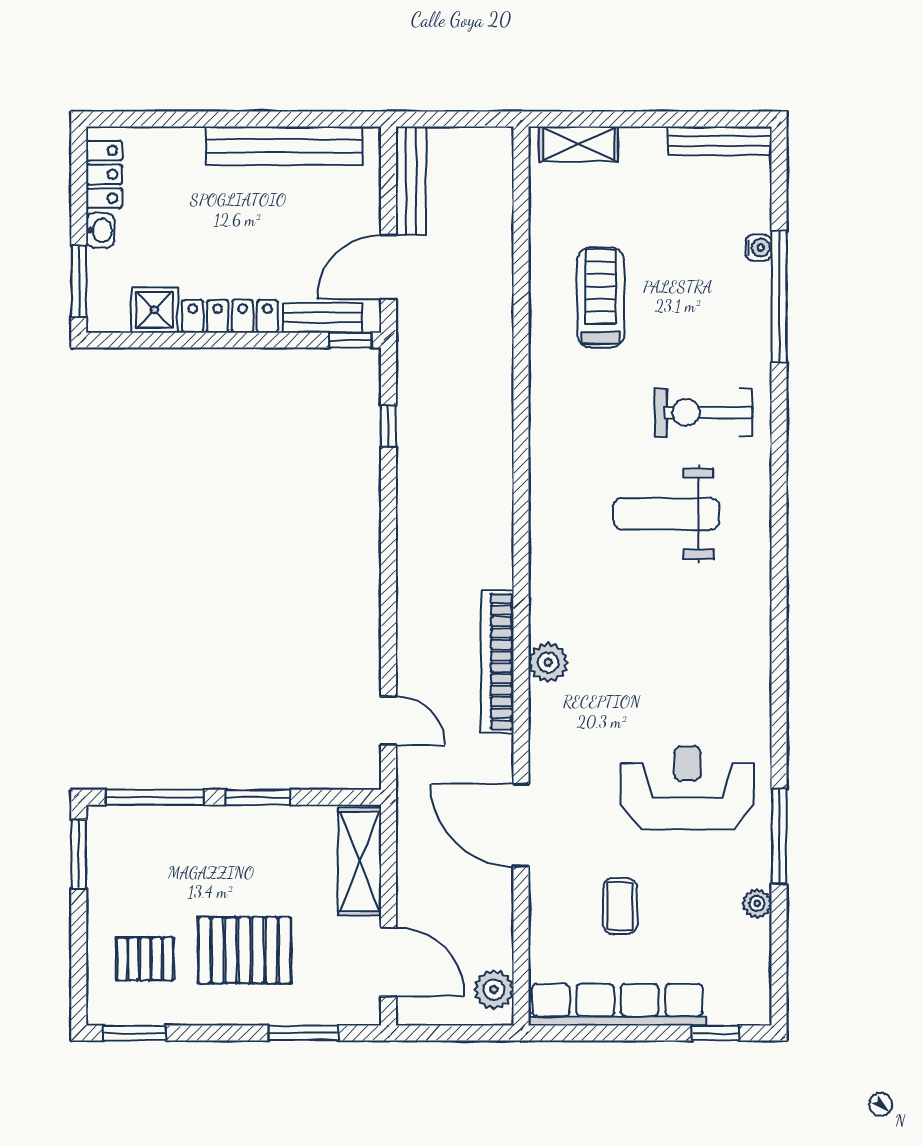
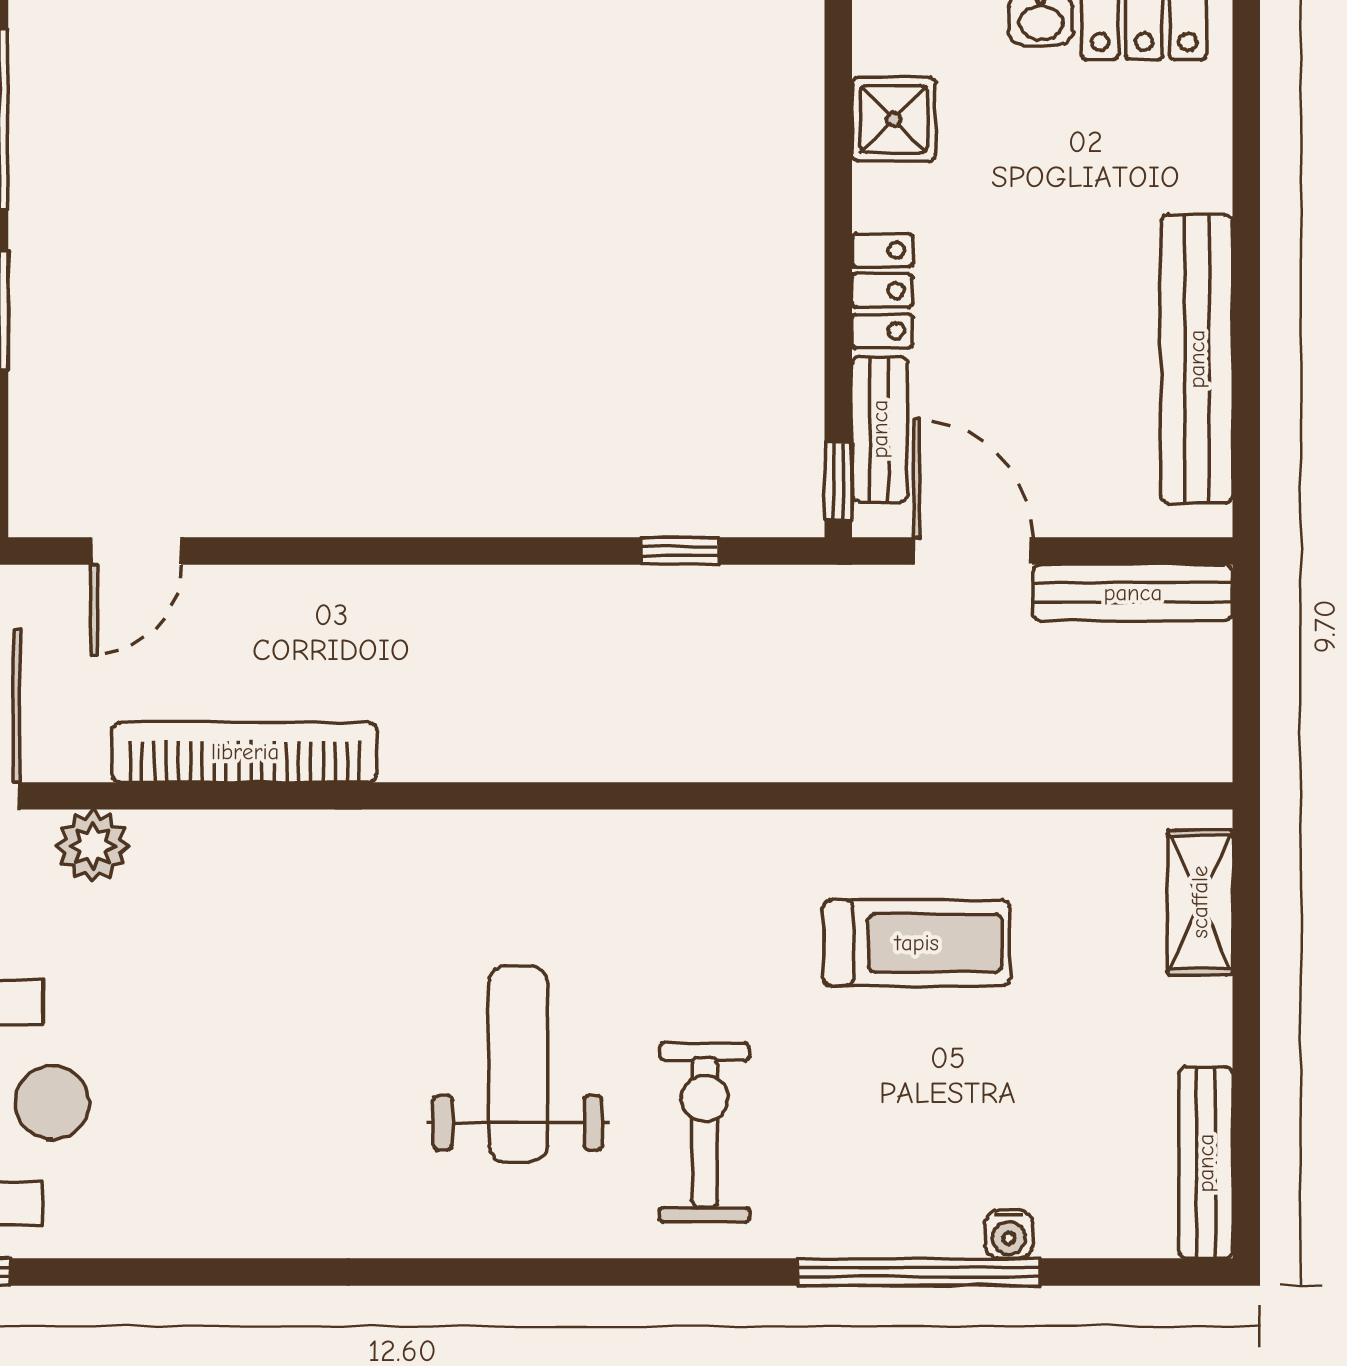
locker: (230, 316) -> (882, 291), width x0.66
plant: (548, 662) -> (93, 846), moved

